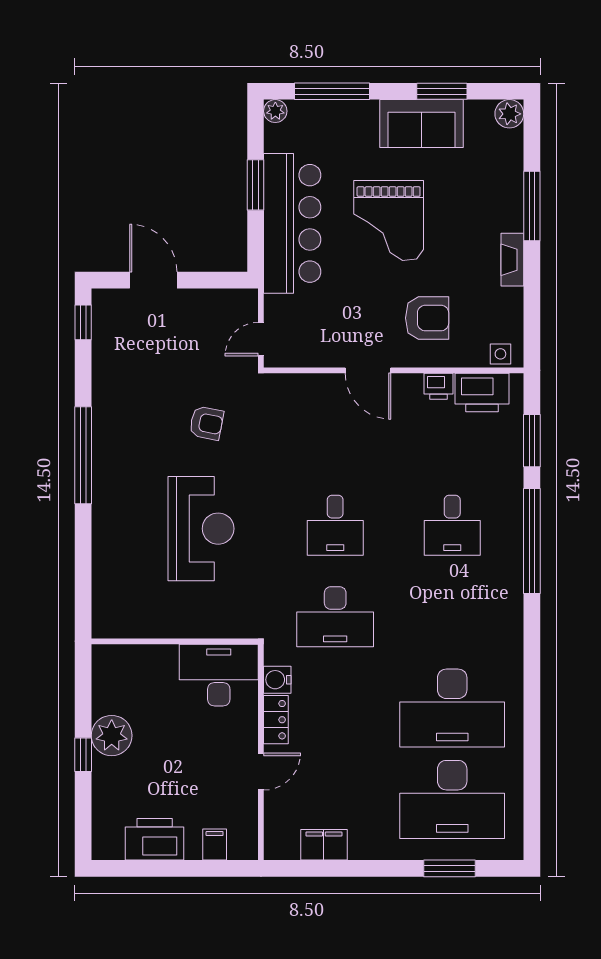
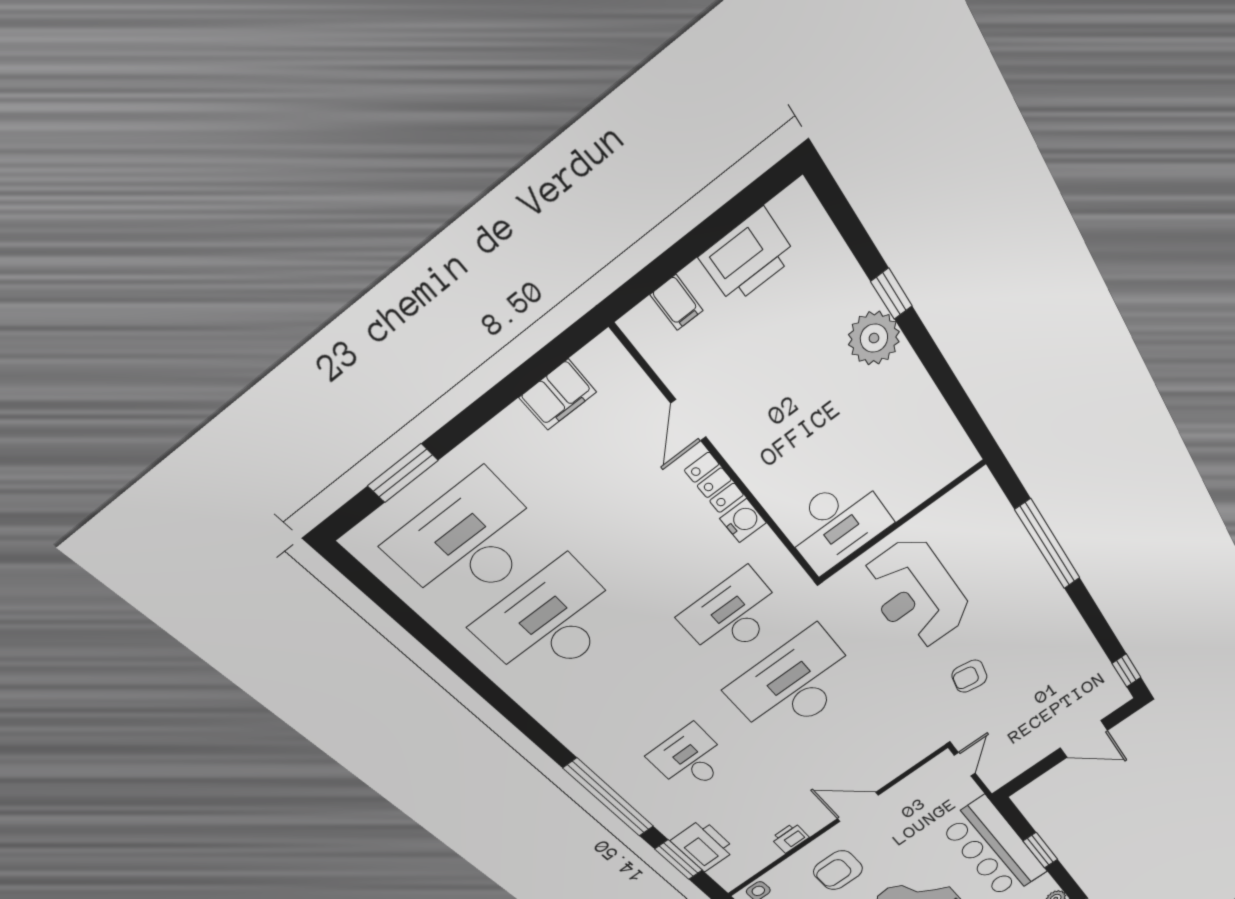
printer: (482, 392) -> (703, 845), moved, turned 90
window: (83, 455) -> (1048, 544), moved
desk: (335, 525) -> (794, 685), width x1.87, depth x1.30
wall: (175, 641) -> (902, 522), moved
desk: (219, 675) -> (837, 523), moved

